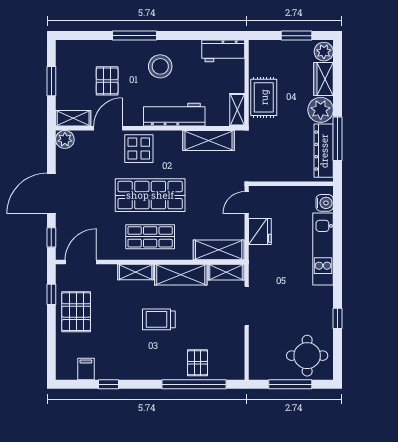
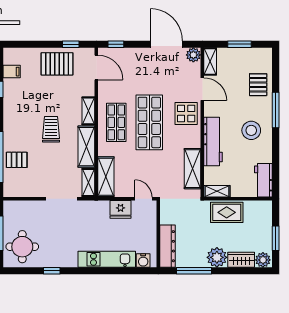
pallet: (107, 81) -> (258, 85), moved, turned 90
dresser: (324, 151) -> (167, 246), moved, turned 90
door: (51, 193) -> (166, 44), moved

